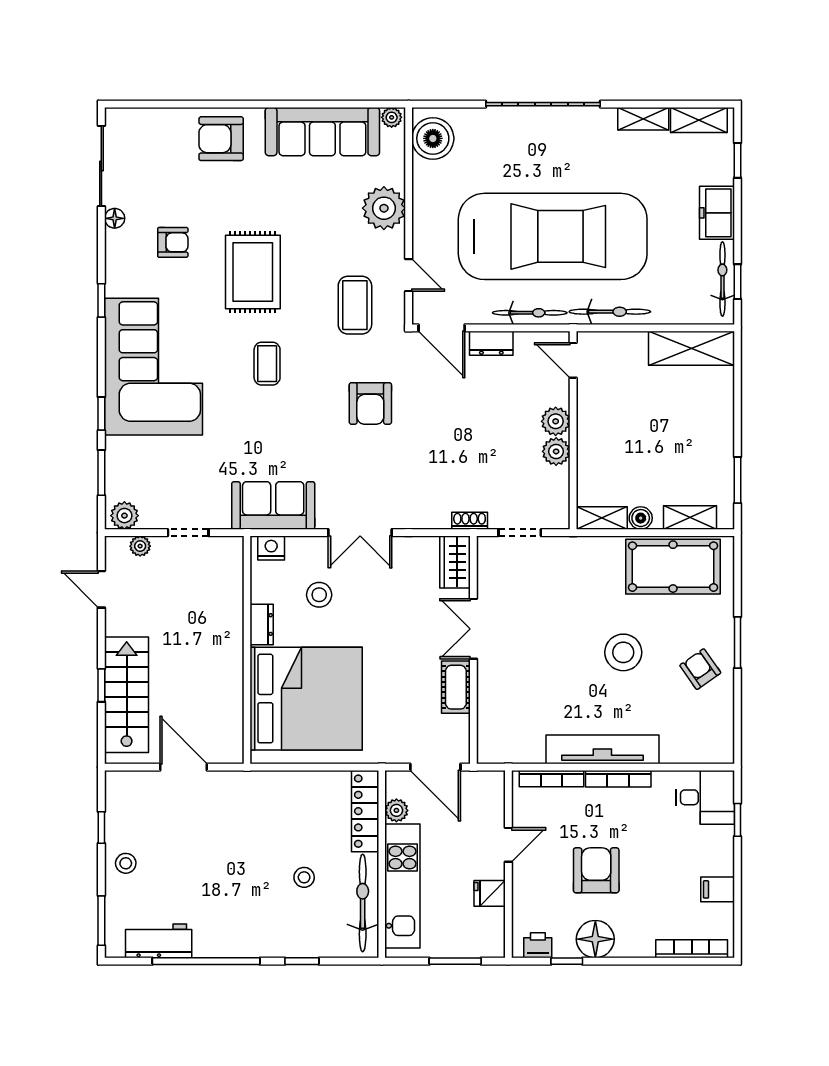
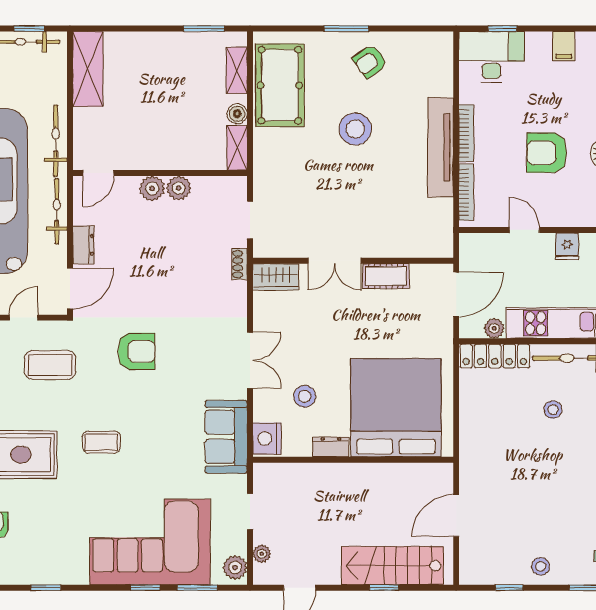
corner sofa: (153, 367) -> (150, 542), moved
nightstand: (271, 548) -> (267, 438), width x1.36, depth x1.33
desk: (705, 797) -> (492, 57), width x1.37

